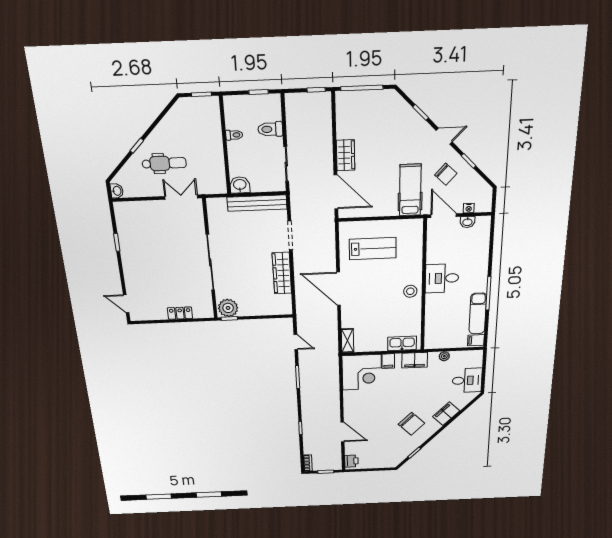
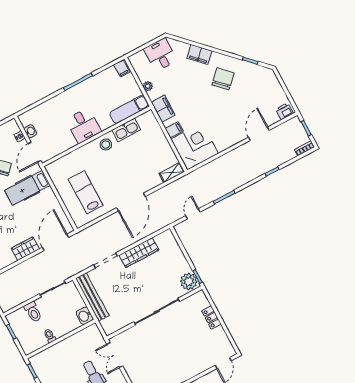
exam couch: (478, 314) -> (129, 109), moved, turned 180
kitchen sink: (402, 343) -> (126, 130), moved, turned -90

